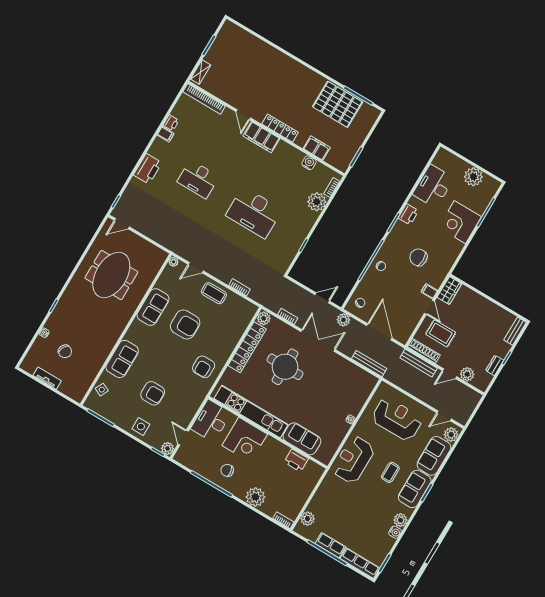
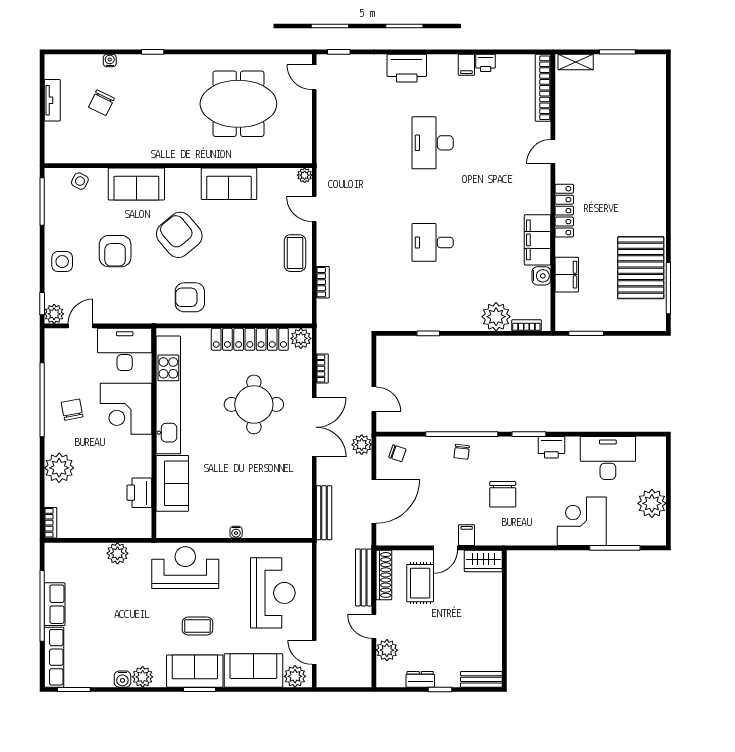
filing cabinet: (261, 137) -> (538, 240), moved
desk: (254, 213) -> (433, 242), width x0.53, depth x0.77
chair: (418, 257) -> (503, 494), turned 180
armchair: (185, 324) -> (179, 235), moved, turned 140
plant: (308, 519) -> (117, 553), moved

